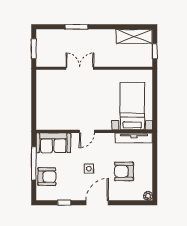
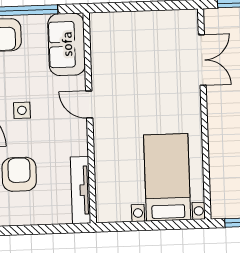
double door: (80, 68) -> (202, 60), moved
bed with nightstands: (132, 106) -> (167, 177), moved, turned -90

